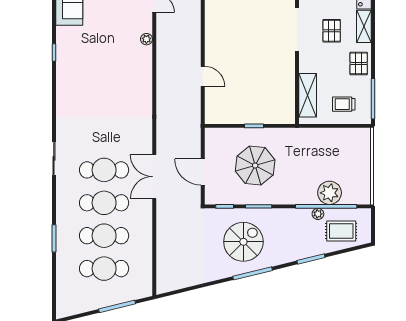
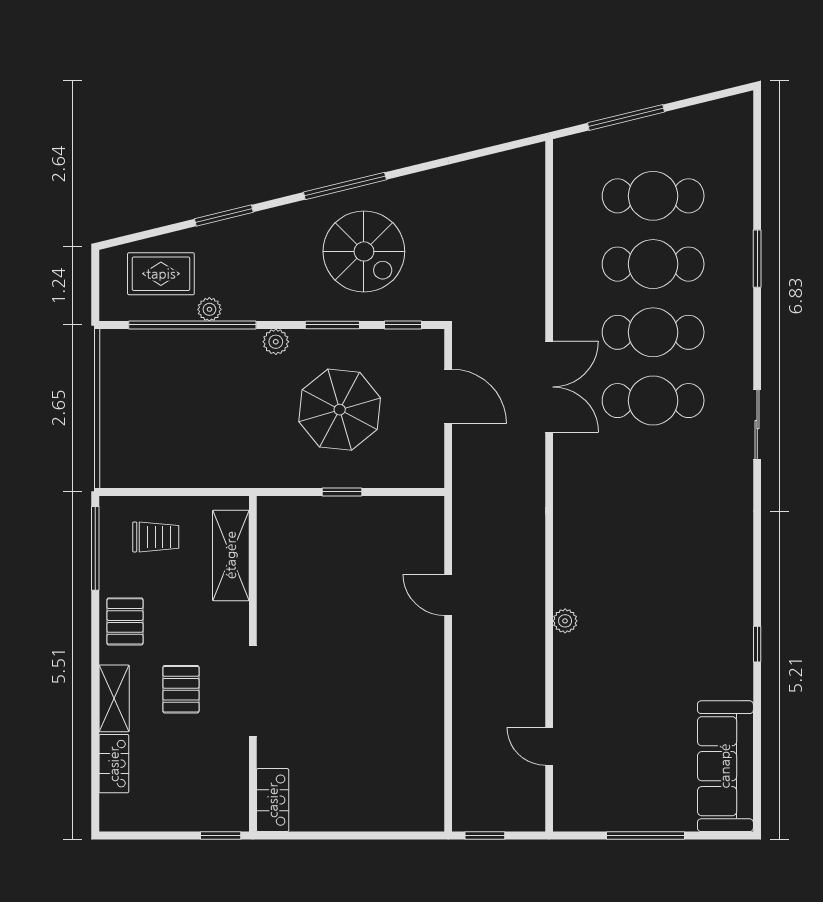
plant: (146, 39) -> (565, 621), moved
plant: (330, 193) -> (276, 342), moved, width x0.53, depth x0.53
spiral stairs: (243, 242) -> (364, 251), turned -90

